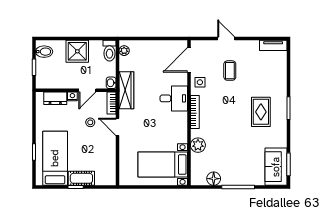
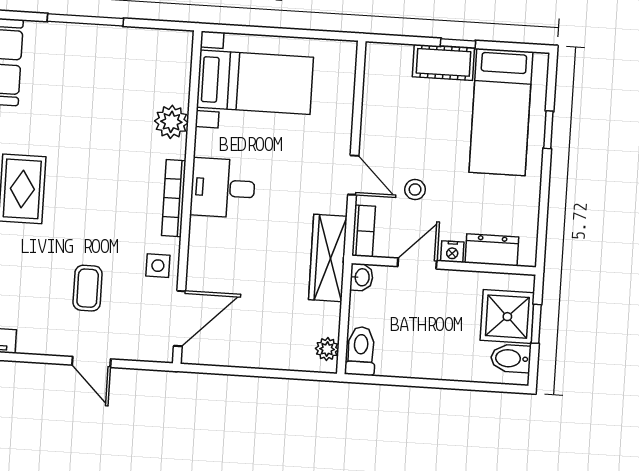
shower: (77, 51) -> (507, 317), moved
desk: (174, 98) -> (223, 188), moved
floor lamp: (214, 179) -> (140, 43), removed

